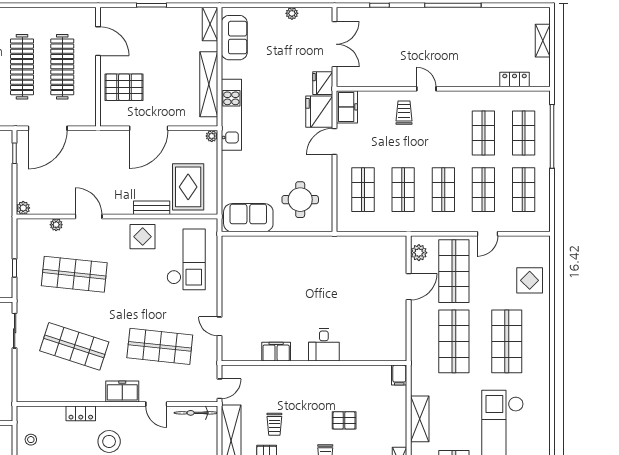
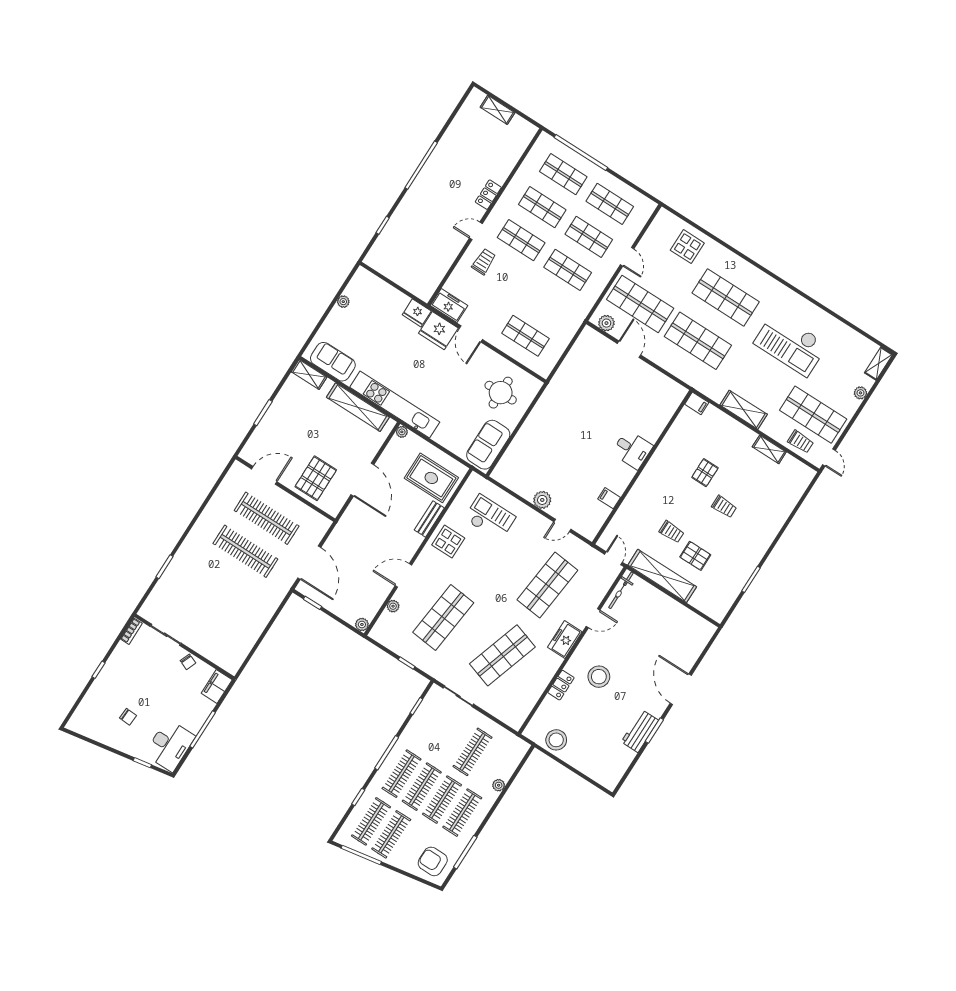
double door: (335, 44) -> (391, 283), removed
locker: (515, 80) -> (488, 195), moved
trolley: (404, 113) -> (484, 262), turned 90
kitchen unit: (231, 115) -> (395, 405), width x1.36
shop shelf: (403, 190) -> (521, 240), moved
checkout: (186, 259) -> (490, 518), width x0.73, depth x0.83
plant: (230, 295) -> (542, 500), added
filing cabinet: (276, 352) -> (609, 498), width x0.50
stool: (31, 440) -> (556, 740), width x1.89, depth x1.89

